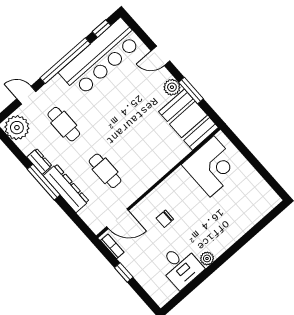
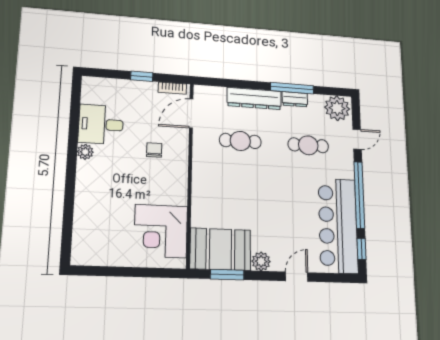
window: (191, 90) -> (227, 275), moved
window: (44, 182) -> (292, 88), moved

